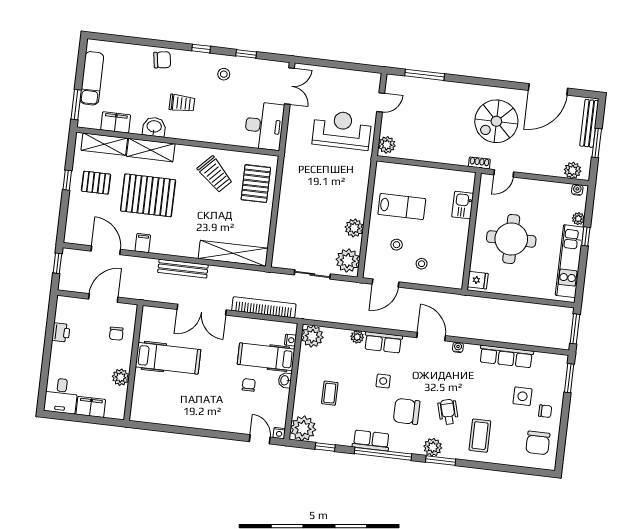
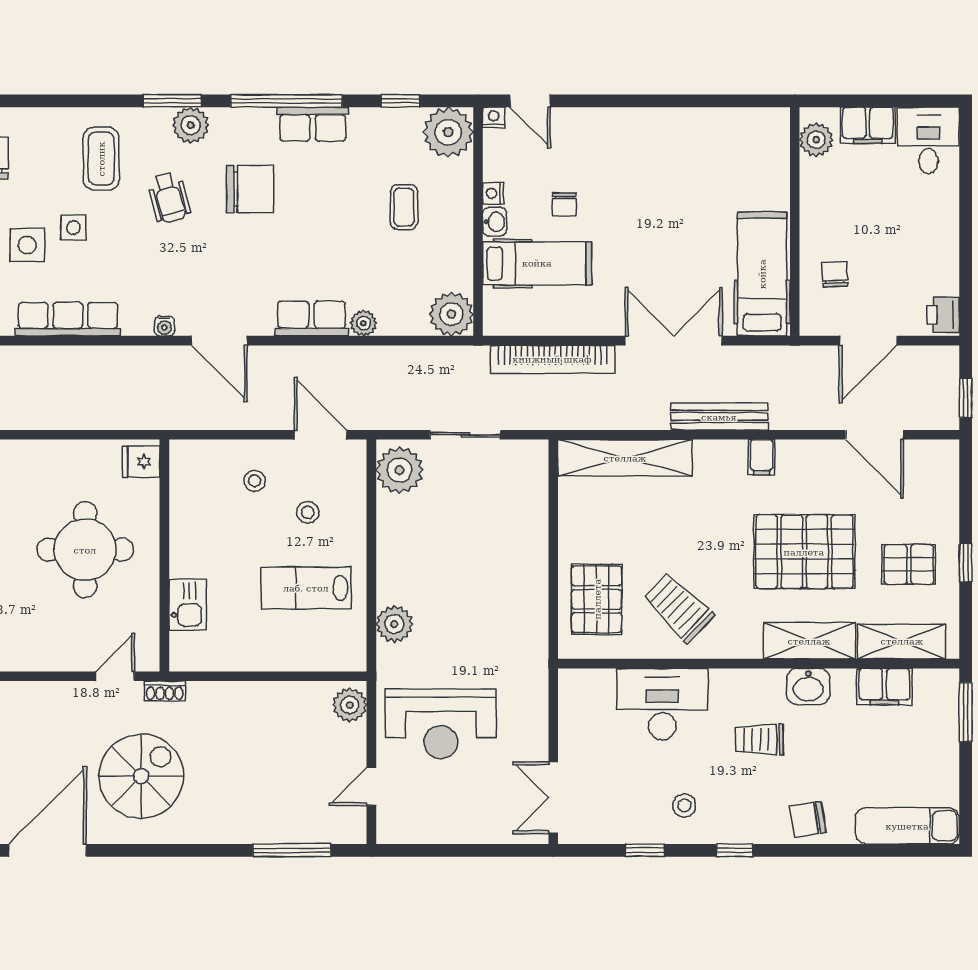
exam couch: (92, 78) -> (907, 826), moved, turned 90
desk: (264, 126) -> (662, 704), moved, turned 90
plant: (354, 228) -> (394, 624), moved
filing cabinet: (143, 243) -> (762, 457), moved
door: (385, 283) -> (321, 435), hinge flipped
printer: (61, 332) -> (943, 315), moved
nightstand: (290, 340) -> (493, 193), moved
hospital bed: (168, 358) -> (762, 274), moved, turned 90
plant: (121, 377) -> (816, 140), moved
side table: (383, 381) -> (73, 228), moved

